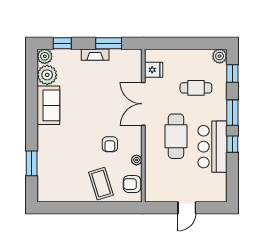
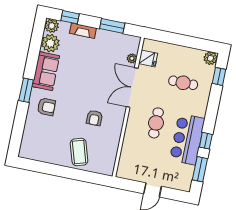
fireplace: (95, 55) -> (83, 31), moved
window: (232, 113) -> (200, 169), moved
cafe table: (176, 136) -> (156, 123), width x0.73, depth x0.74
plant: (136, 160) -> (132, 58), moved
window: (32, 163) -> (26, 90), moved
armchair: (132, 184) -> (46, 107), moved, turned 180

